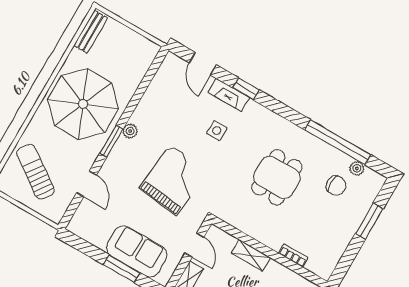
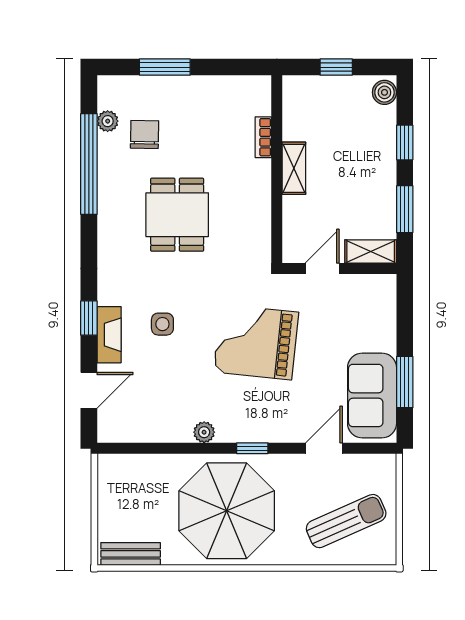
plant: (130, 131) -> (204, 432), moved
window: (111, 141) -> (252, 448), width x0.67
sun lounger: (35, 172) -> (346, 521), turned -149
dining table: (277, 177) -> (177, 215), turned 90
sofa: (137, 251) -> (372, 395), moved
shelving: (251, 255) -> (294, 168), moved
window: (122, 269) -> (405, 382), moved

